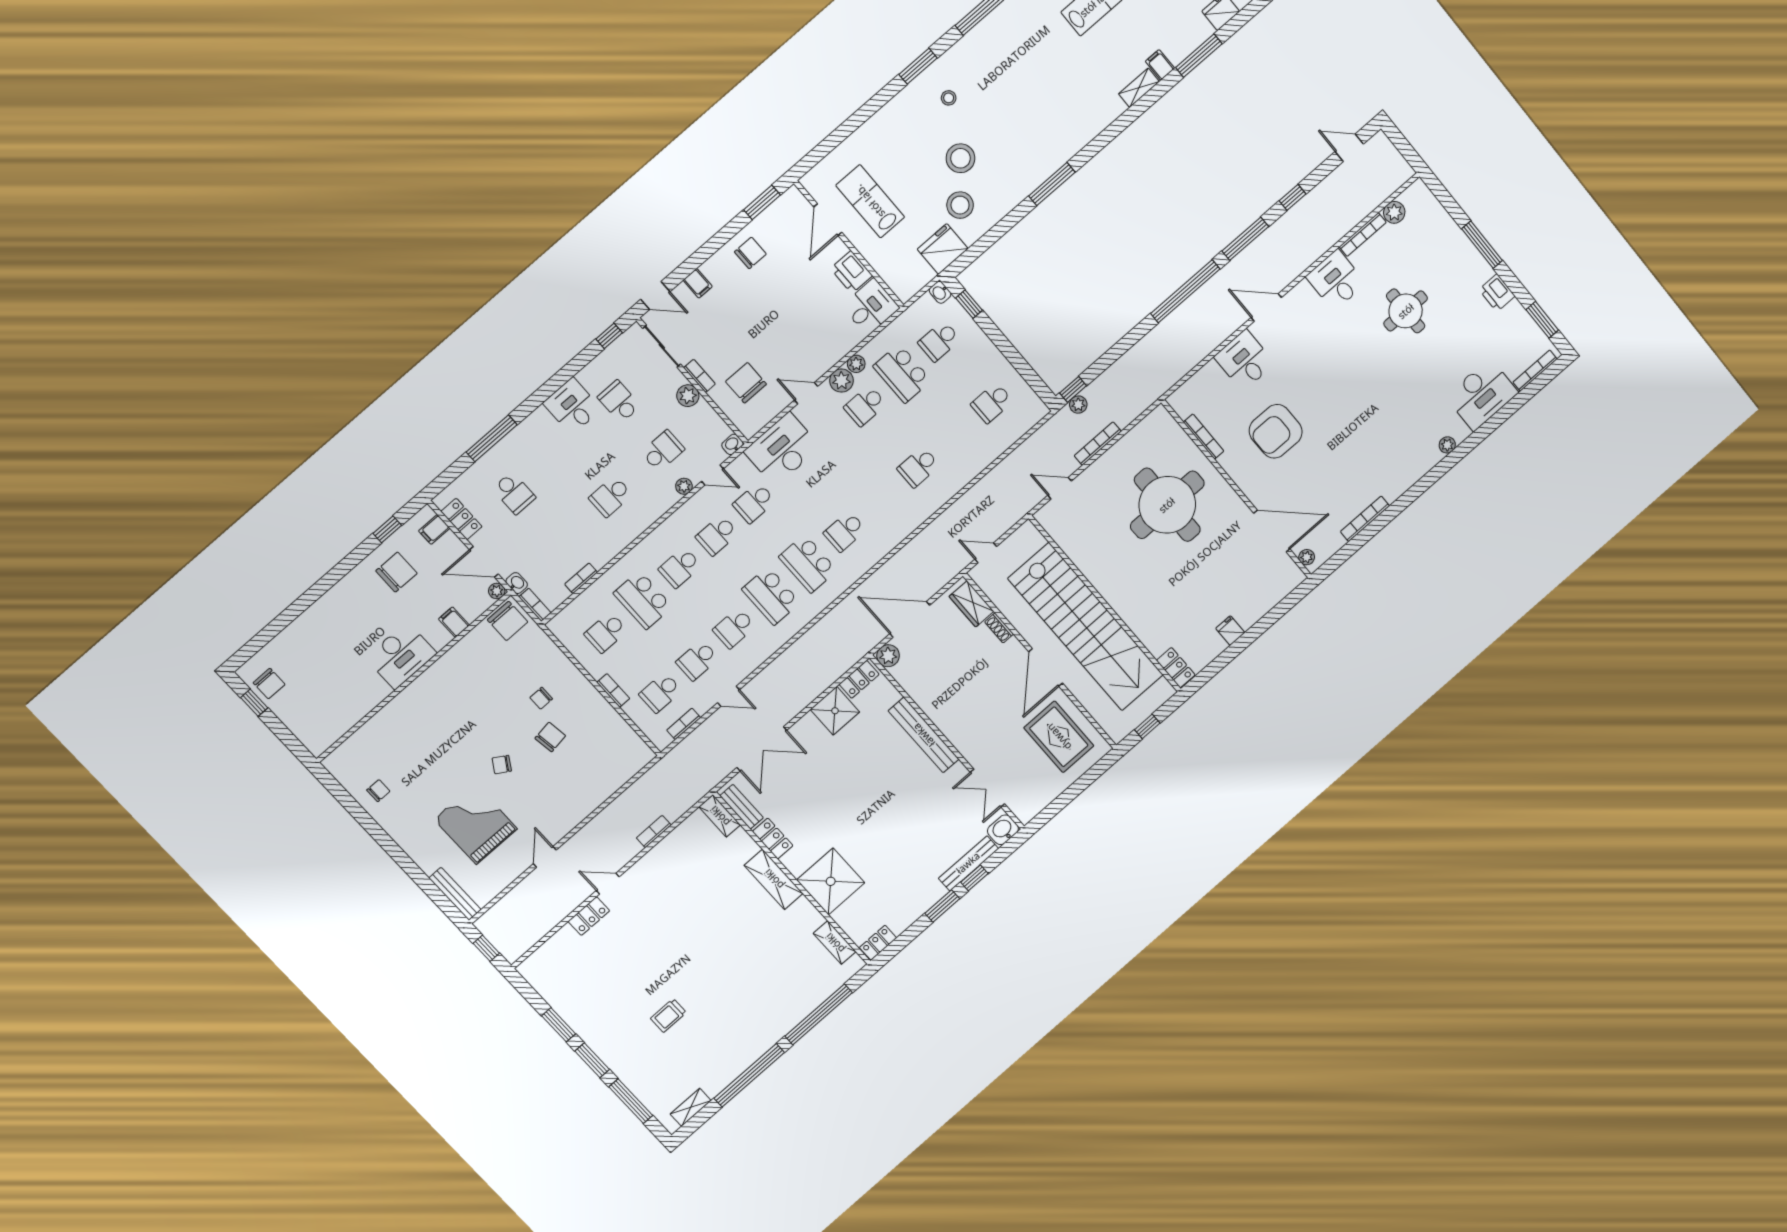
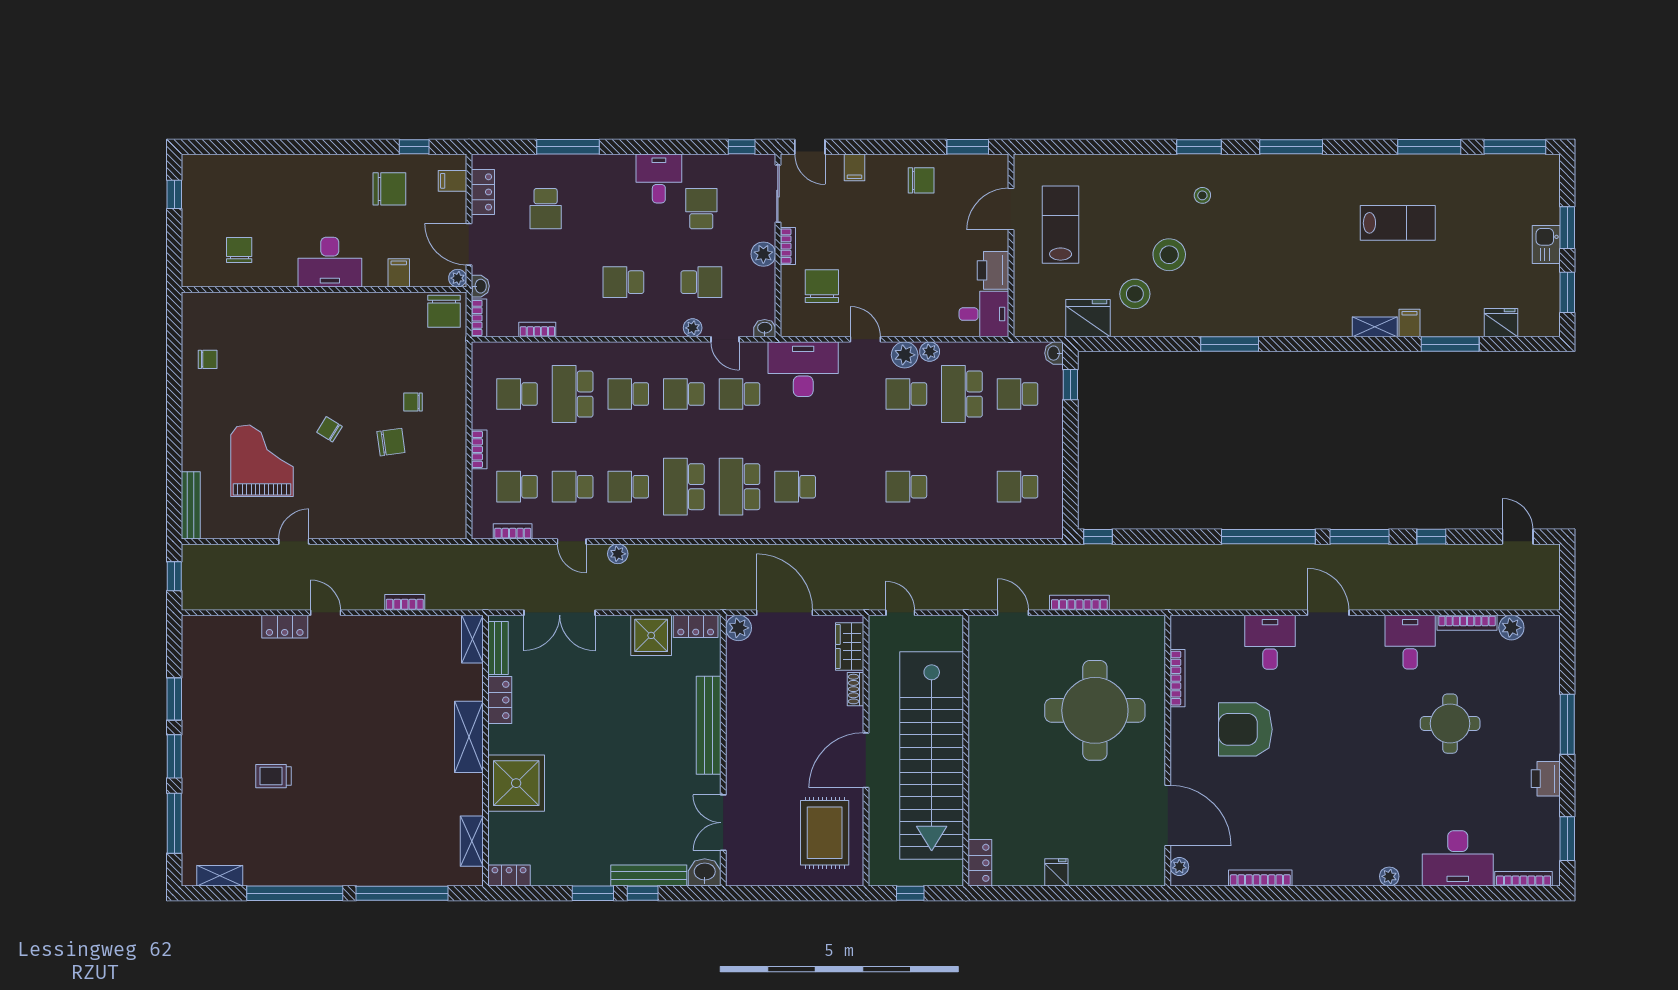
plant: (1078, 405) -> (618, 554), moved
chair: (269, 684) -> (239, 250), moved, turned 180

